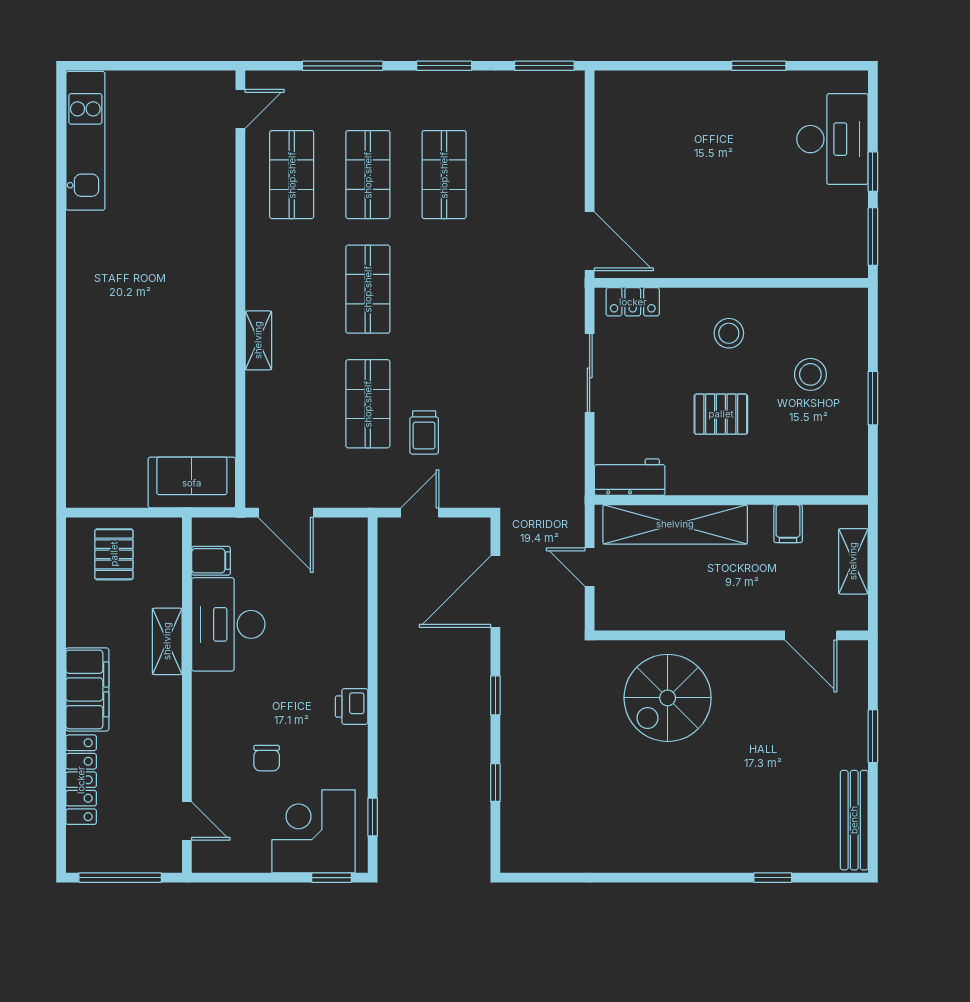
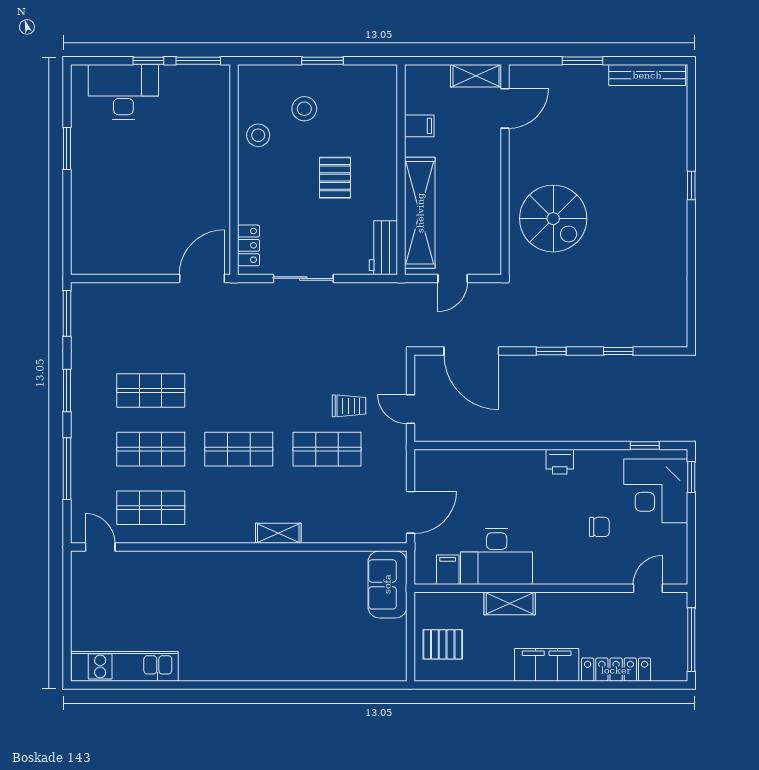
stool: (729, 333) -> (258, 135), moved
shelving: (853, 561) -> (476, 76), moved
window: (773, 878) -> (691, 186), moved

